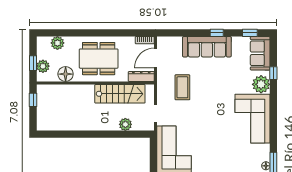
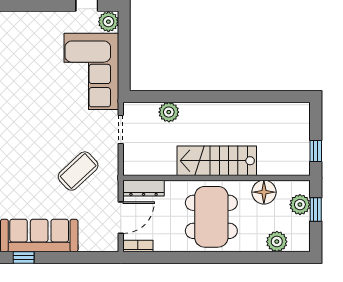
dining table: (99, 59) -> (211, 217), turned 90
coffee table: (182, 87) -> (78, 171), turned 47
stairs: (120, 94) -> (217, 161), moved

